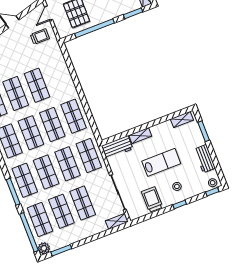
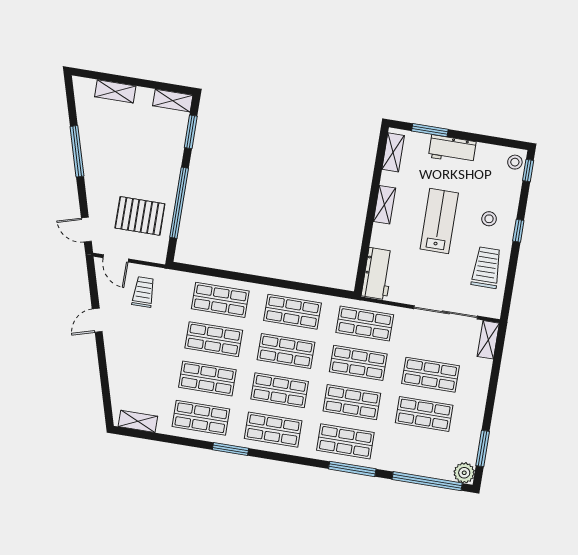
shelving: (140, 136) -> (384, 205), moved
workbench: (205, 159) -> (452, 149), moved
trolley: (152, 199) -> (487, 268), turned 90
shop shelf: (40, 220) -> (220, 300), moved

